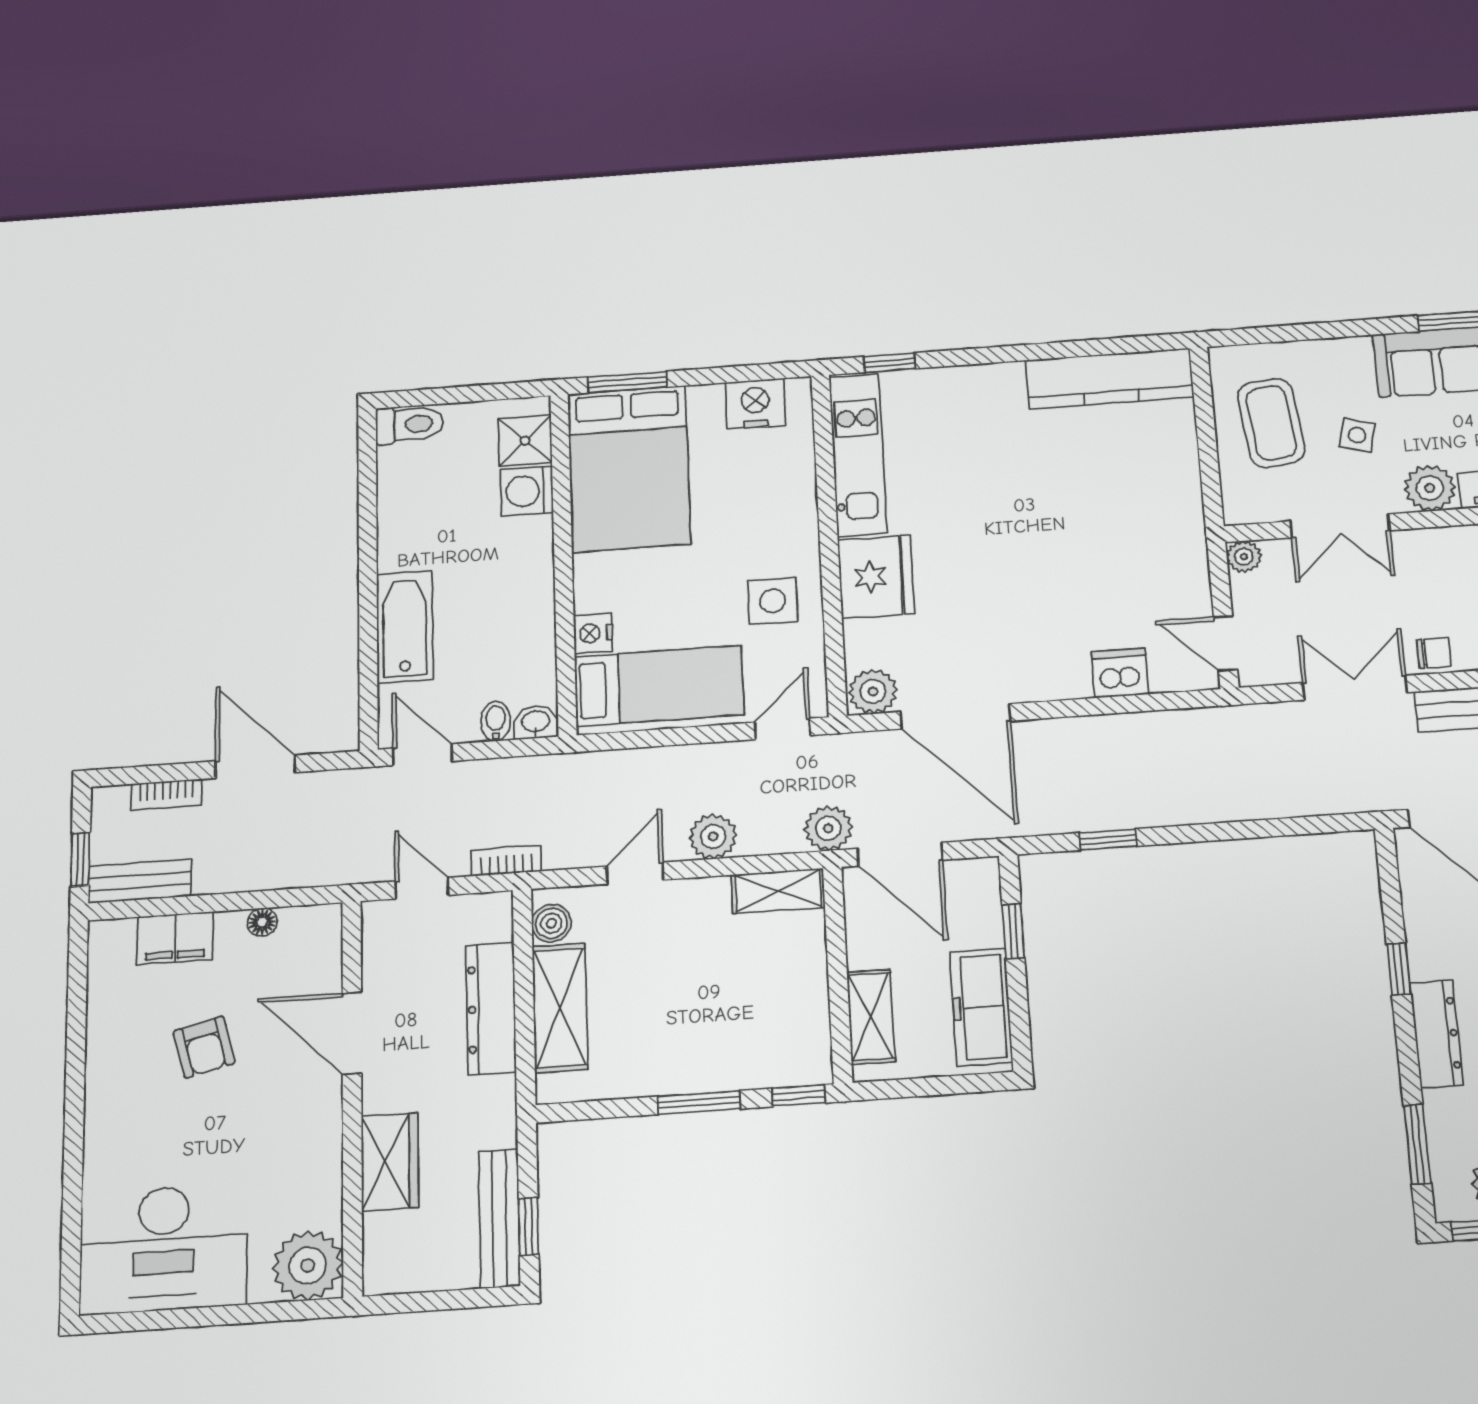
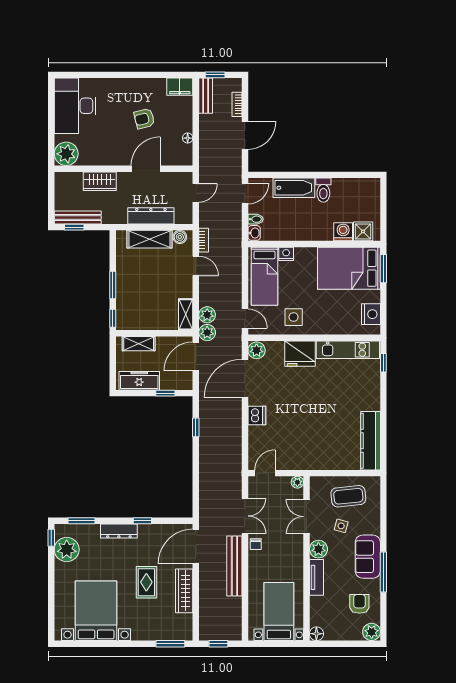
toilet: (410, 424) -> (323, 190), moved
dishwasher: (1120, 673) -> (257, 415), moved
plant: (713, 837) -> (207, 315), moved
bookcase: (506, 861) -> (204, 240), moved
filing cabinet: (175, 938) -> (180, 87), moved, turned -90

